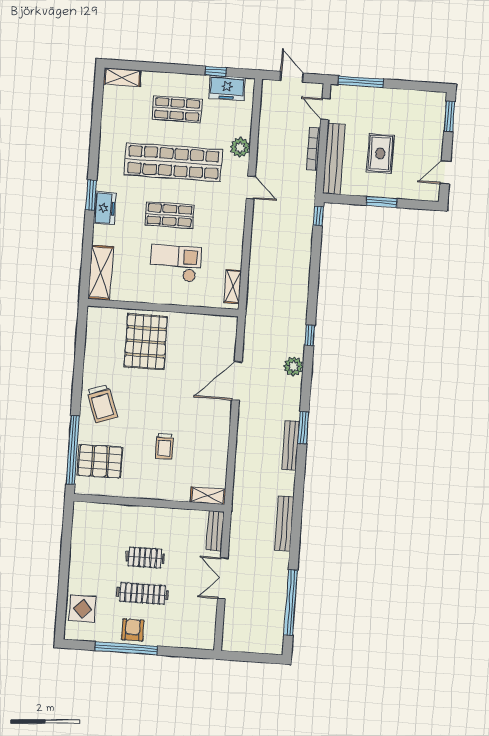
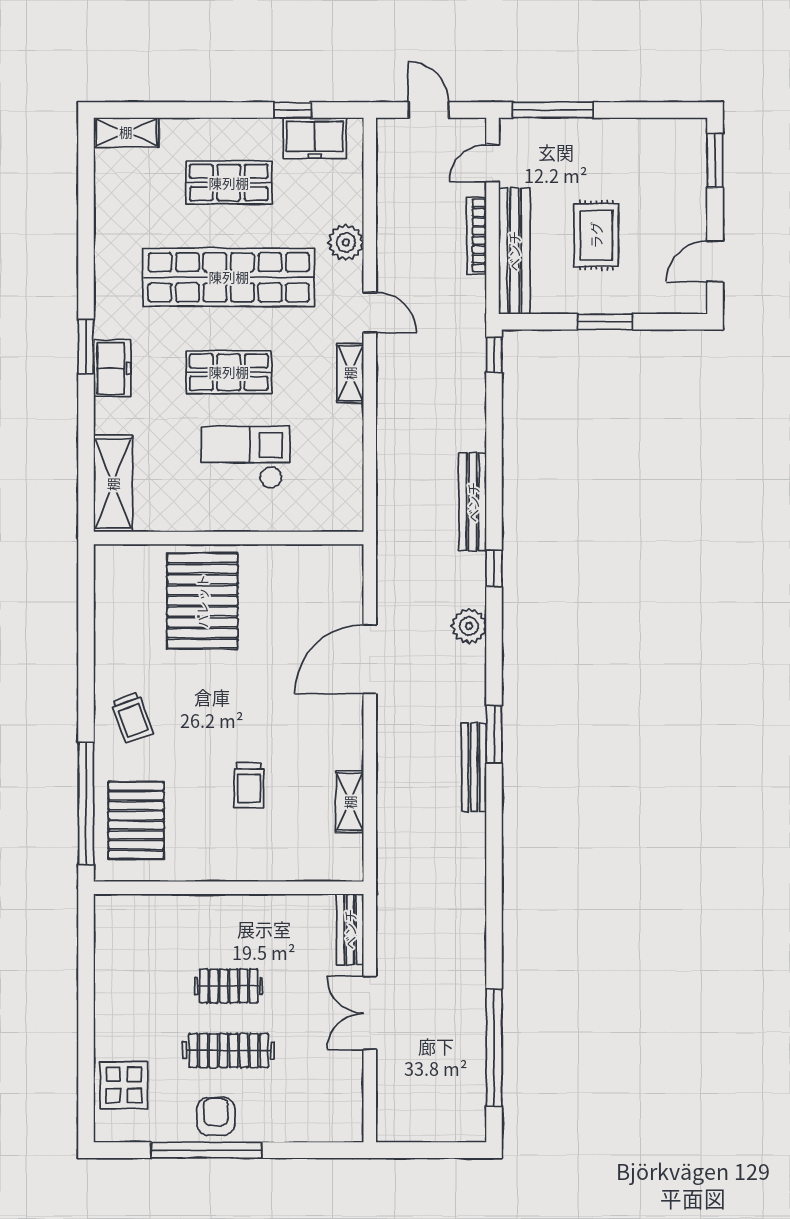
door: (325, 109) -> (493, 163), hinge flipped
shelving: (233, 287) -> (350, 373), moved
trolley: (102, 404) -> (132, 717), width x0.73, depth x0.72
pallet: (100, 461) -> (136, 820), turned 90
shelving: (208, 496) -> (350, 802), moved, turned 90
bench: (284, 523) -> (473, 502), moved

